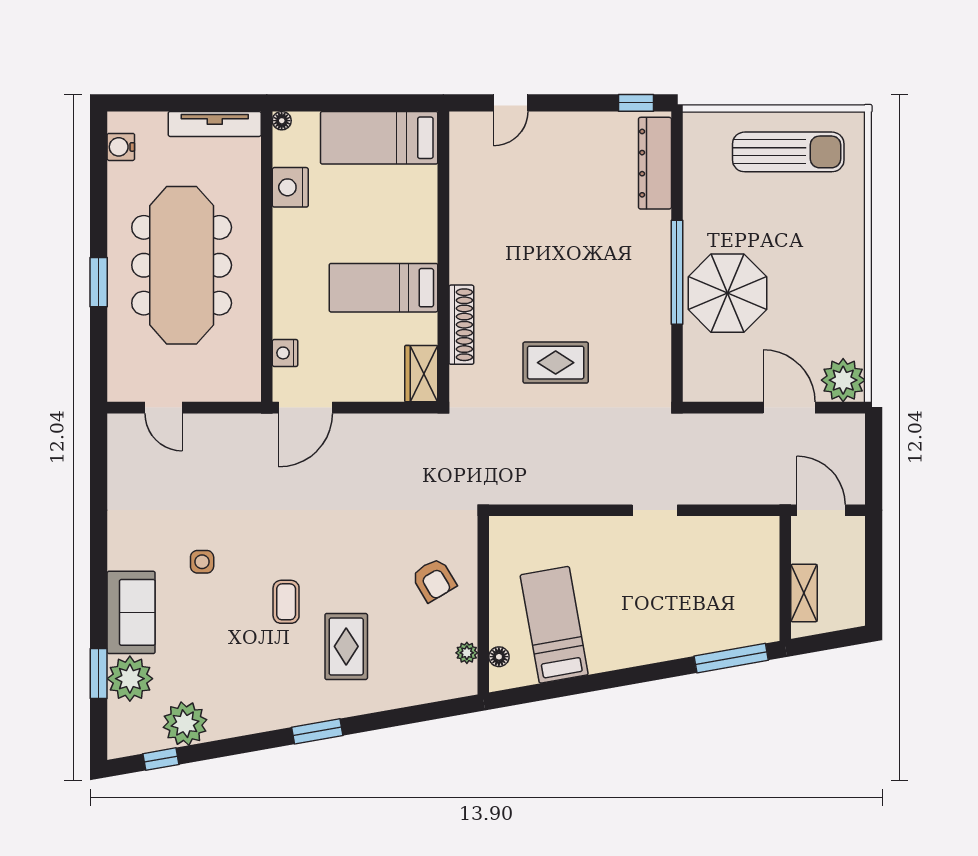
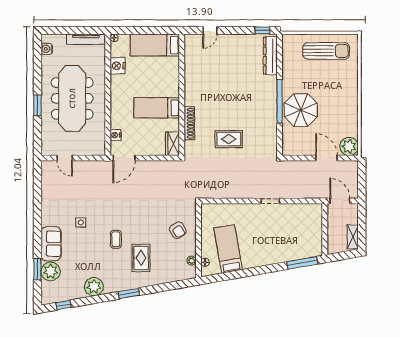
shelving: (804, 593) -> (353, 237), moved
plant: (185, 724) -> (94, 287), moved

